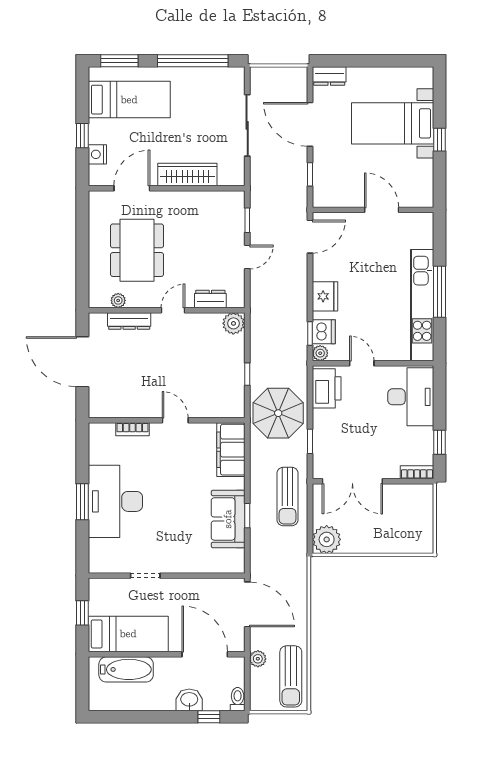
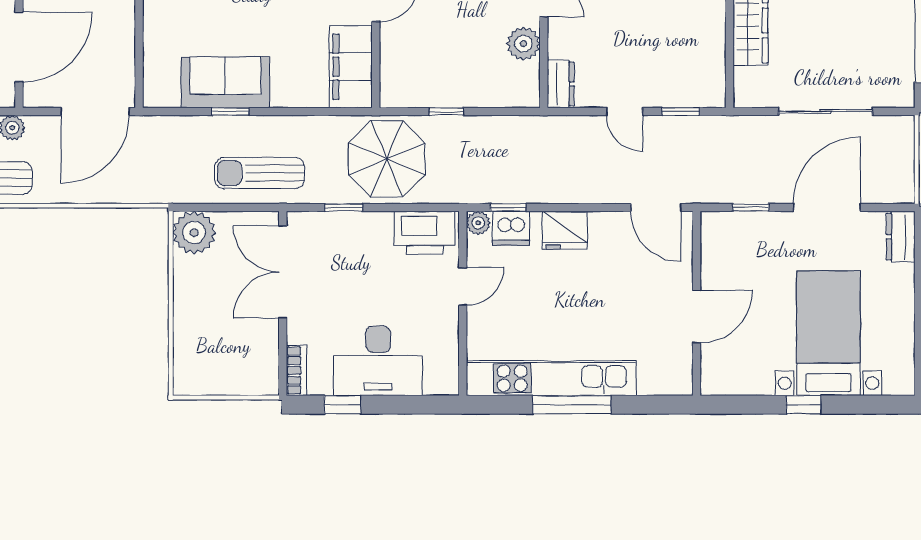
dresser: (210, 299) -> (561, 84), moved
plant: (233, 323) -> (523, 44), moved
desk: (411, 397) -> (378, 361), moved
filing cabinet: (231, 450) -> (351, 67), moved, turned -90

